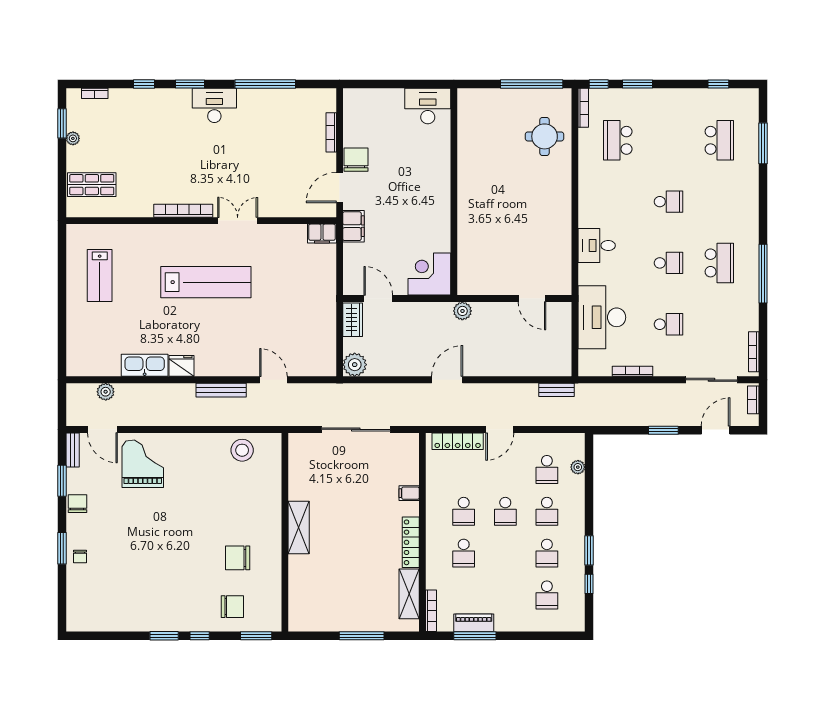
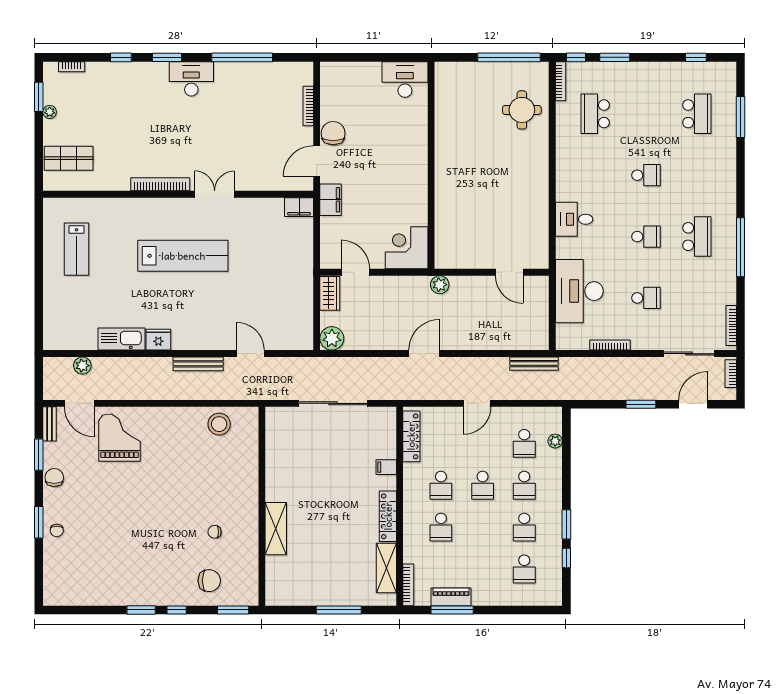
bench: (557, 390) -> (534, 364), width x1.36
locker: (458, 441) -> (411, 436), moved, turned -90
shelving: (299, 528) -> (276, 529), moved
chair: (238, 558) -> (215, 532), width x0.54, depth x0.54

